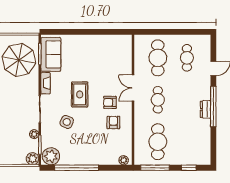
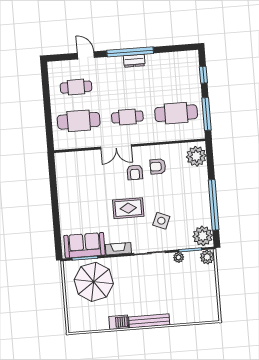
plant: (124, 160) -> (196, 156), width x1.88, depth x1.88

